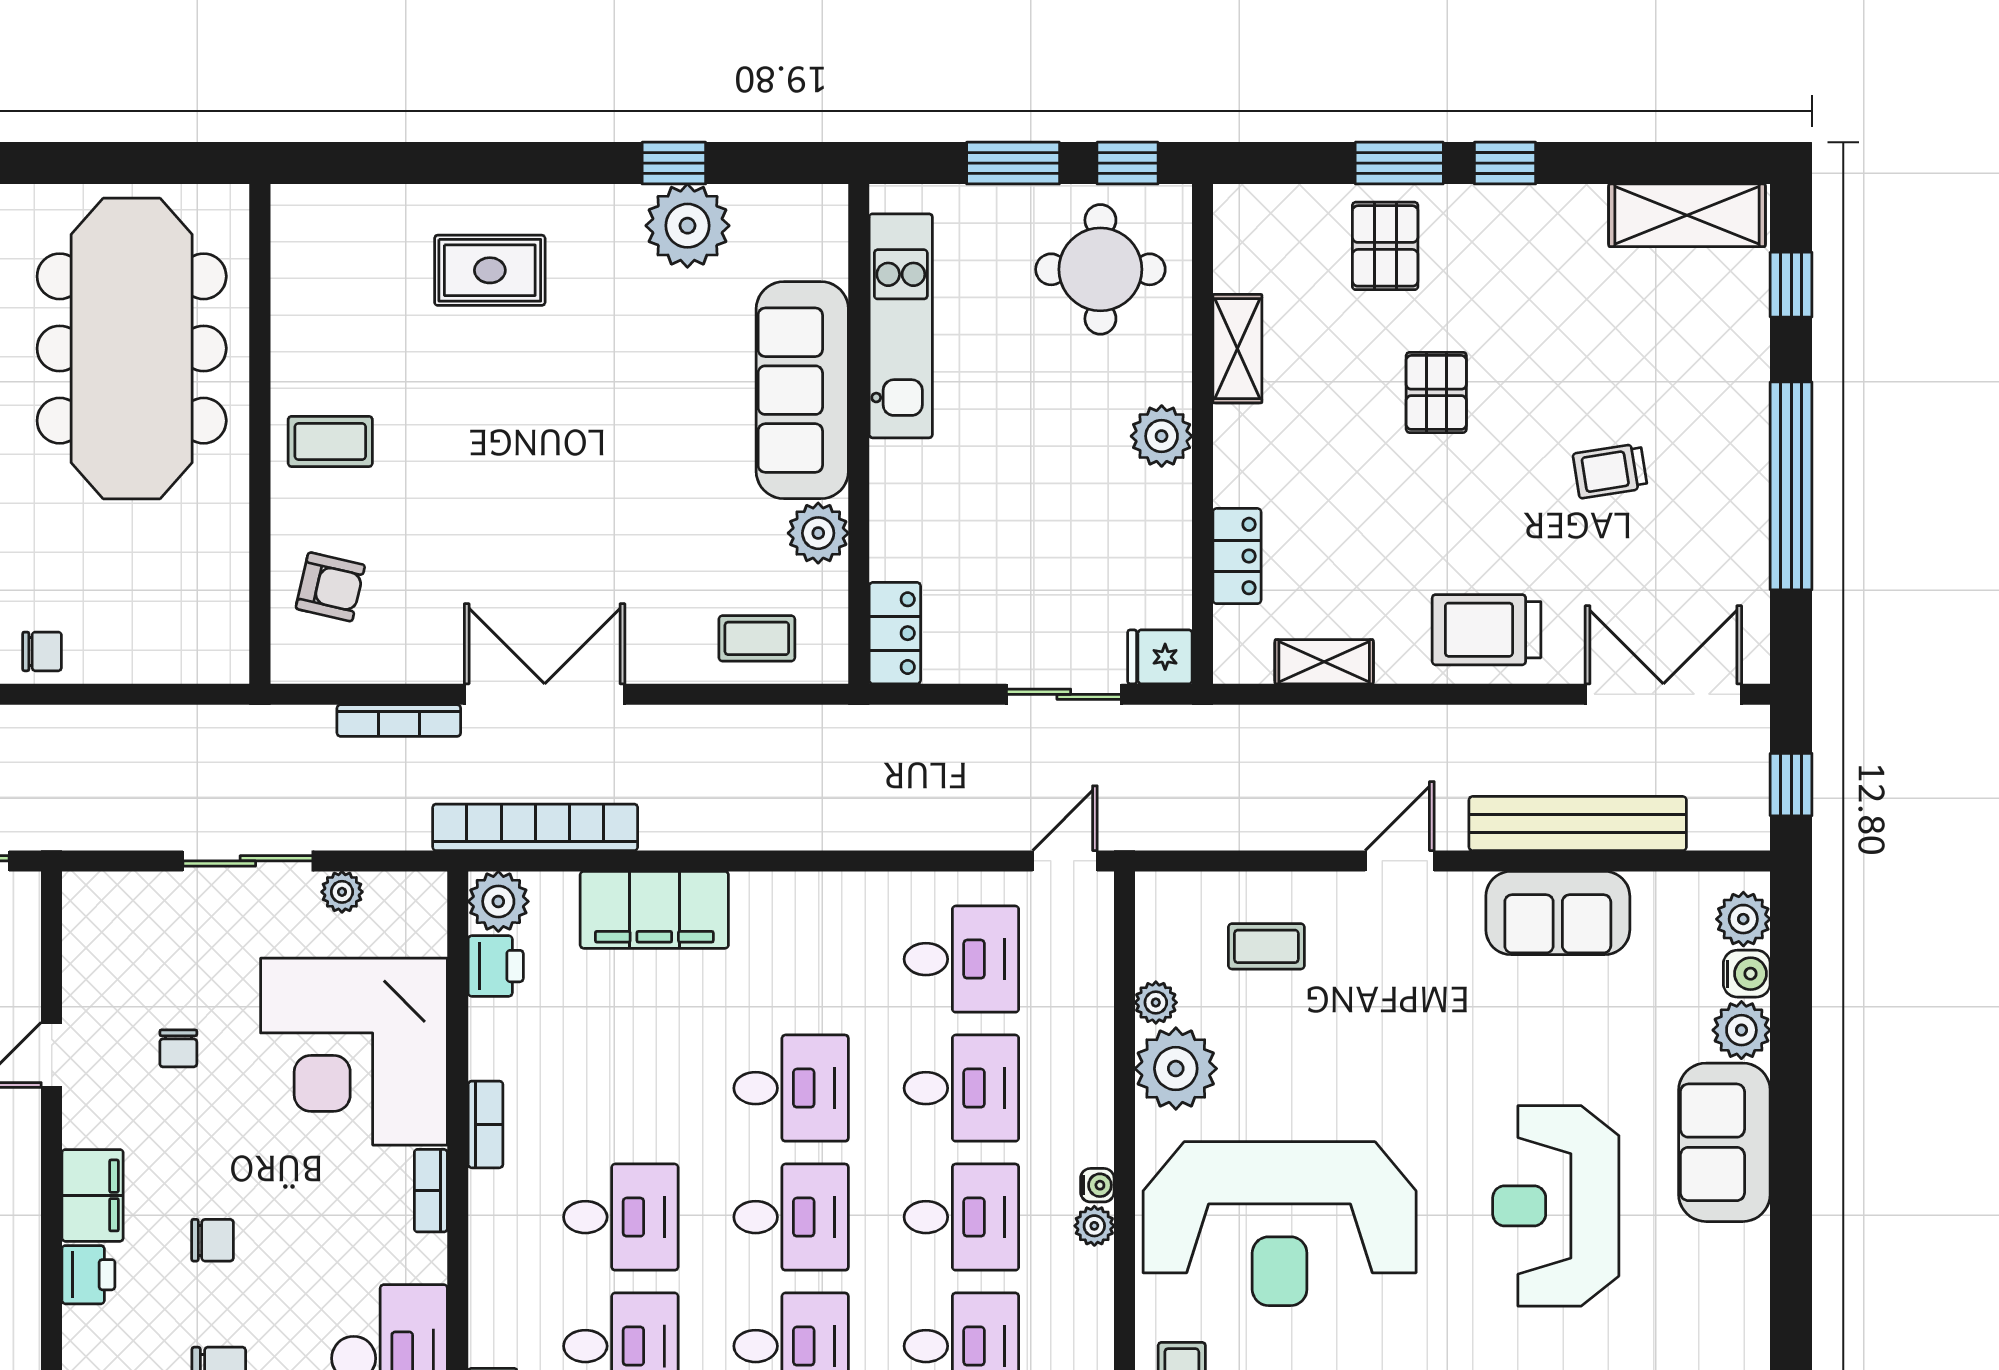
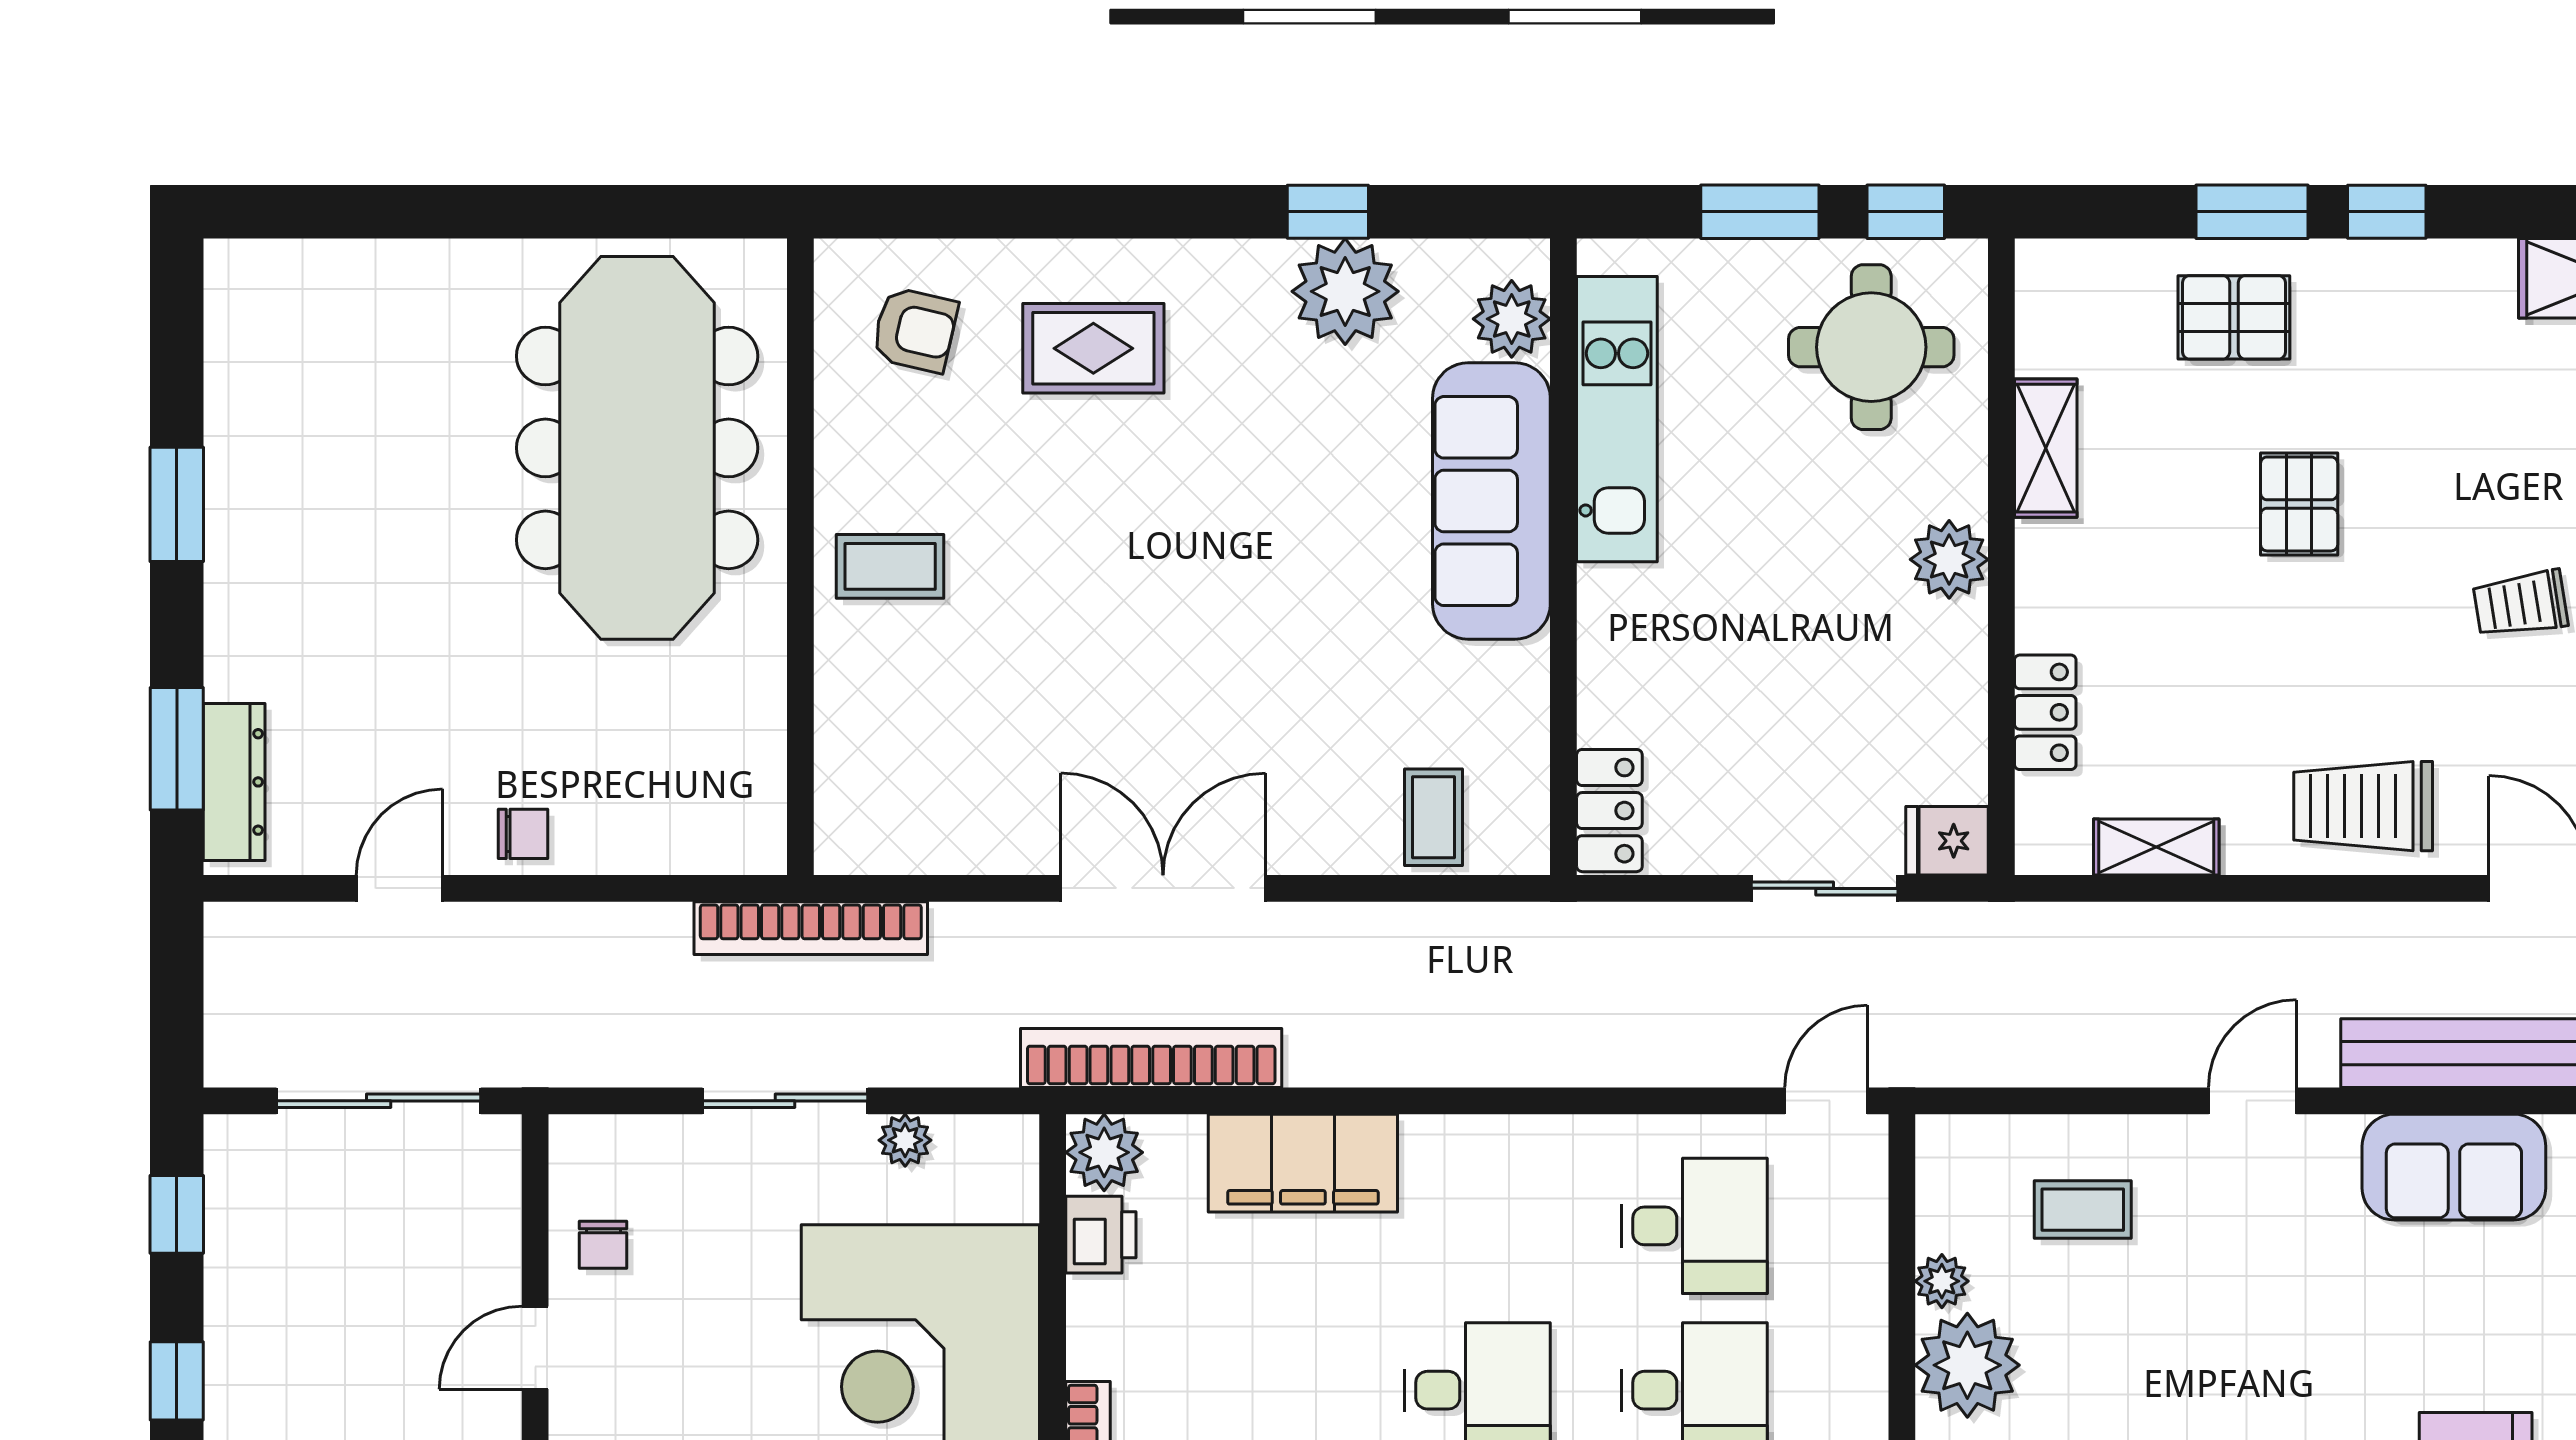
pallet: (1385, 246) -> (2234, 317), turned 90
plant: (818, 533) -> (1512, 319), moved
armchair: (330, 587) -> (915, 330), moved
coffee table: (757, 638) -> (1434, 817), turned 90
bookcase: (399, 721) -> (811, 928), moved, width x1.48, depth x1.31
chair: (178, 1048) -> (603, 1245), moved

